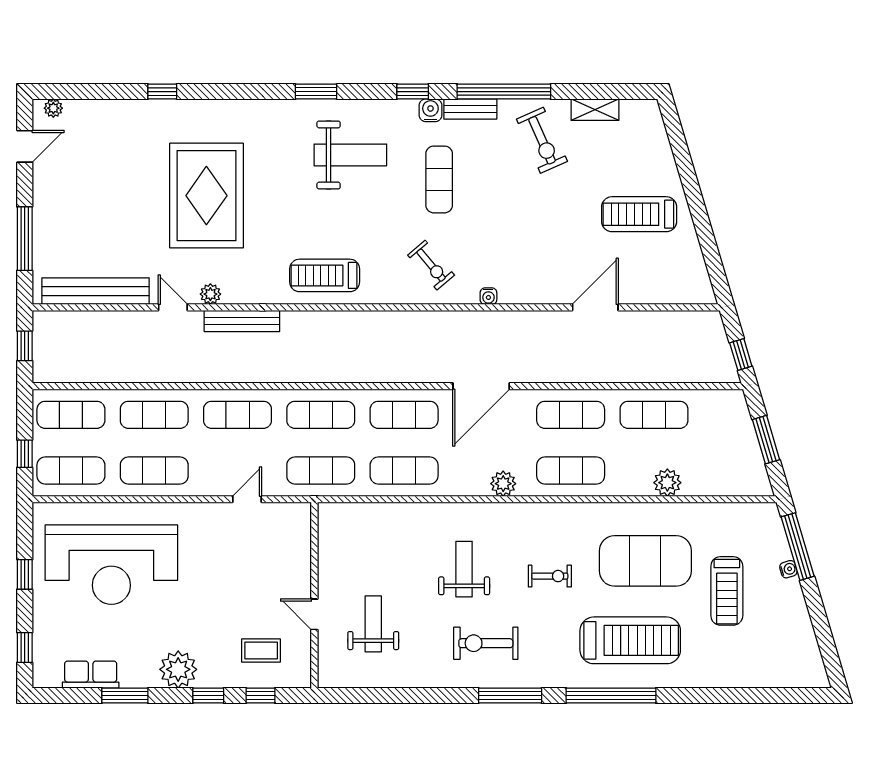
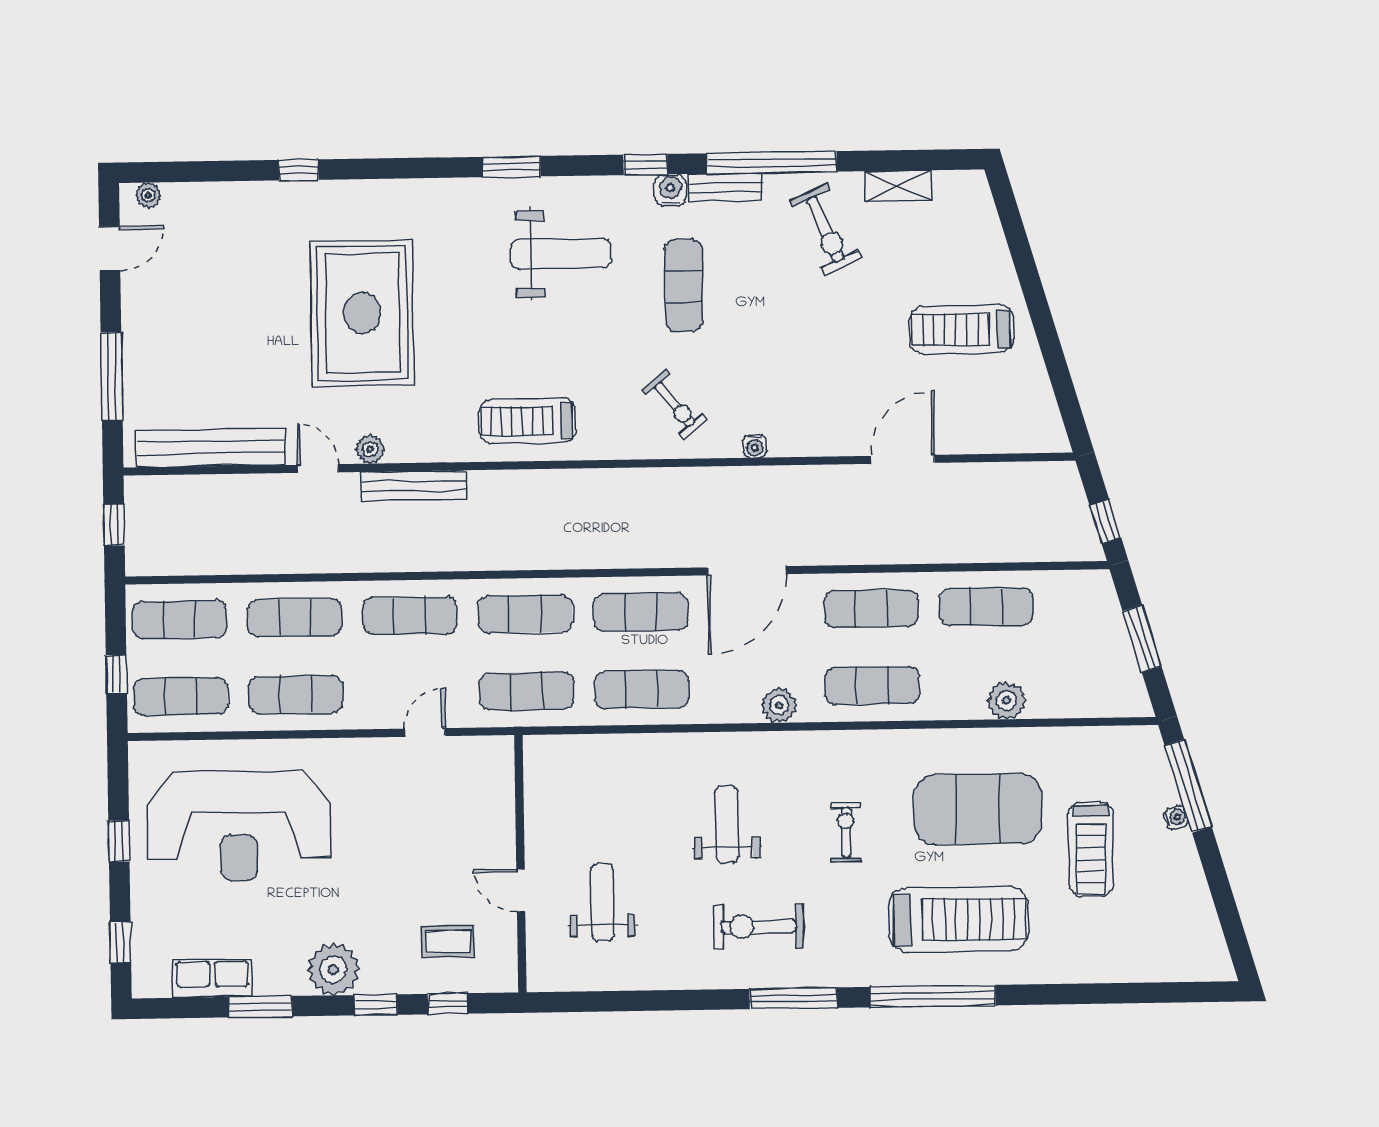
exercise bike: (550, 576) -> (846, 832), turned -90

